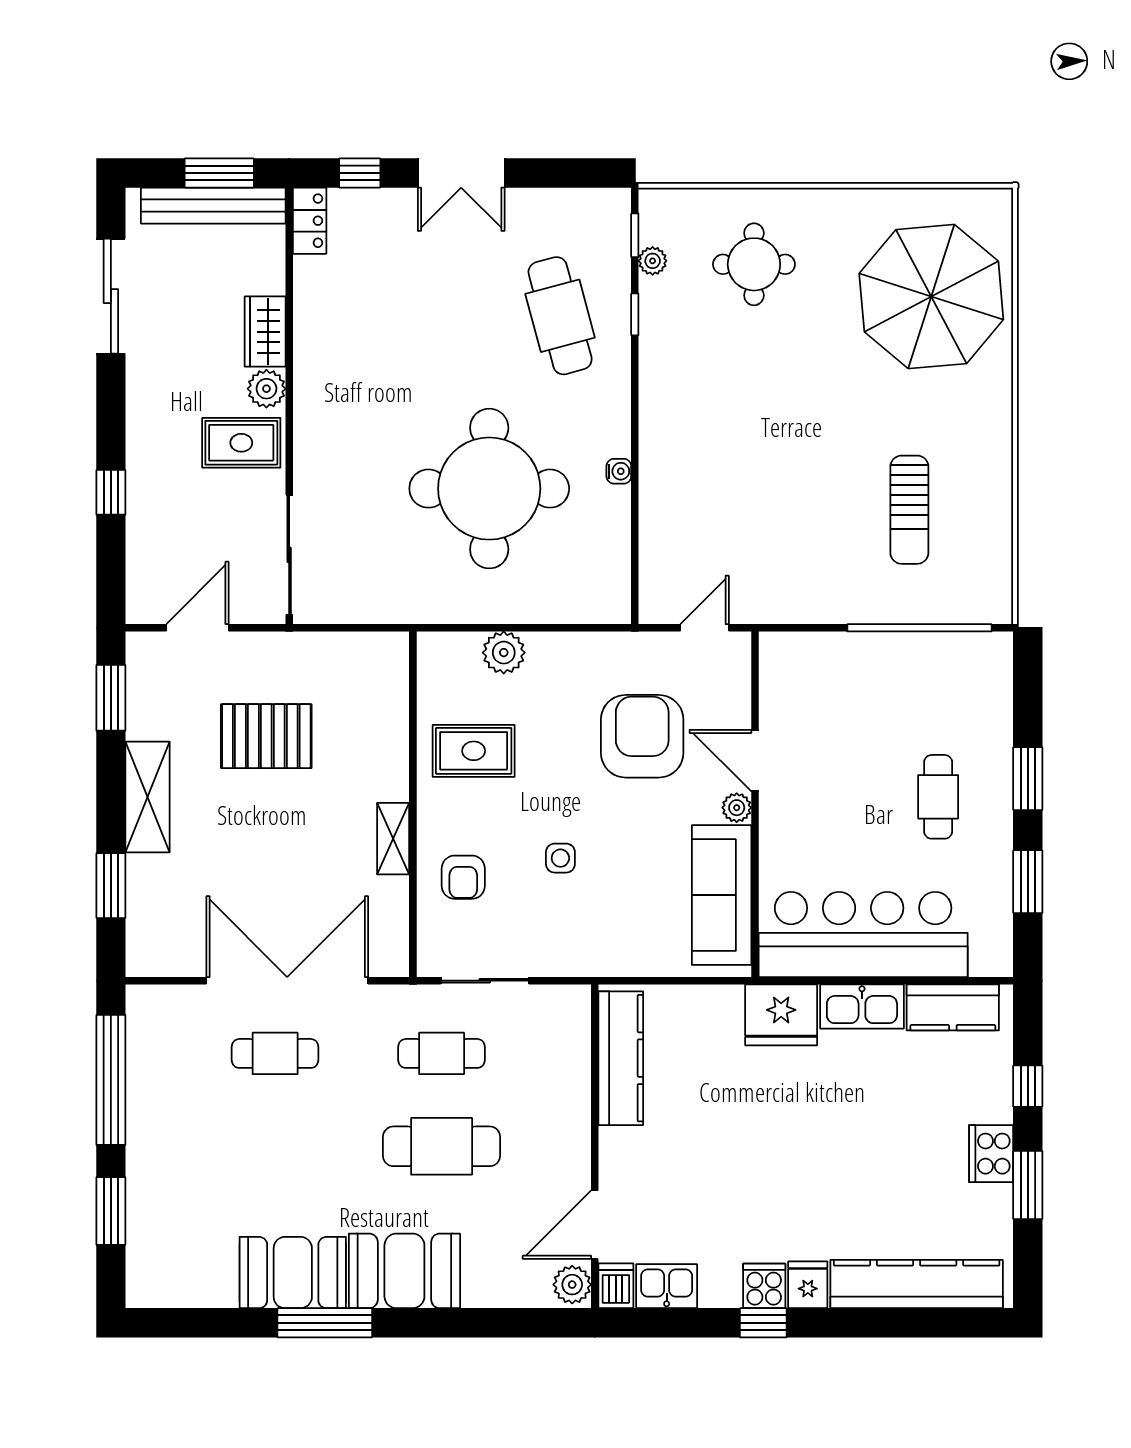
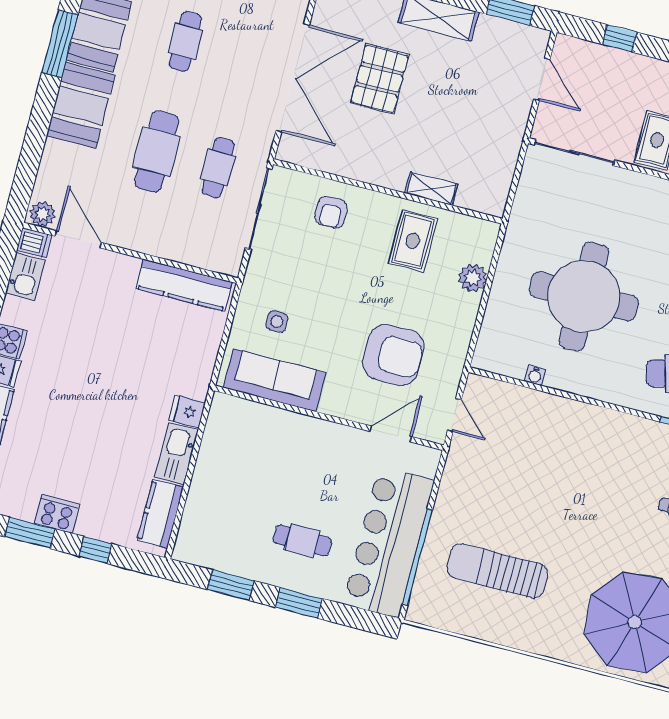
water cooler: (619, 471) -> (535, 375), moved
window: (111, 492) -> (620, 38), moved
sun lounger: (909, 510) -> (497, 571), width x1.36, depth x1.34
pallet: (266, 736) -> (380, 79), moved
door: (755, 761) -> (391, 434), moved
plant: (737, 808) -> (330, 405), removed
shelving: (393, 839) -> (431, 189), moved
side table: (560, 858) -> (277, 322), moved
armchair: (463, 877) -> (331, 212), turned -90
bar counter: (863, 934) -> (389, 542), moved, turned 180
sliding door: (485, 981) -> (259, 209), width x1.37
fridge: (781, 1015) -> (187, 411), width x0.53, depth x0.75
cafe table: (275, 1053) -> (185, 41), moved

